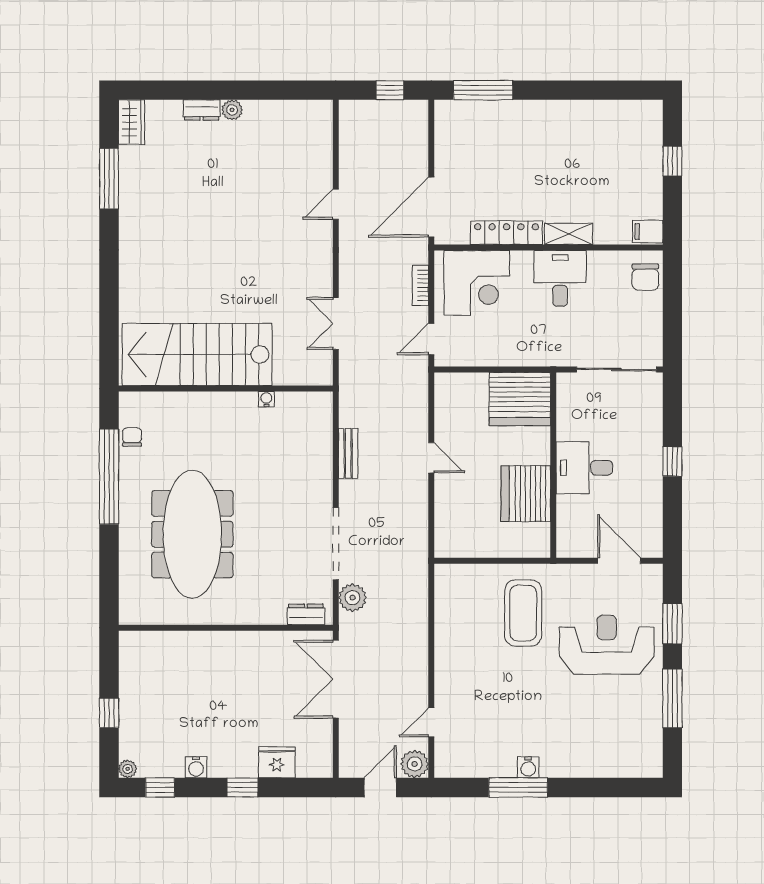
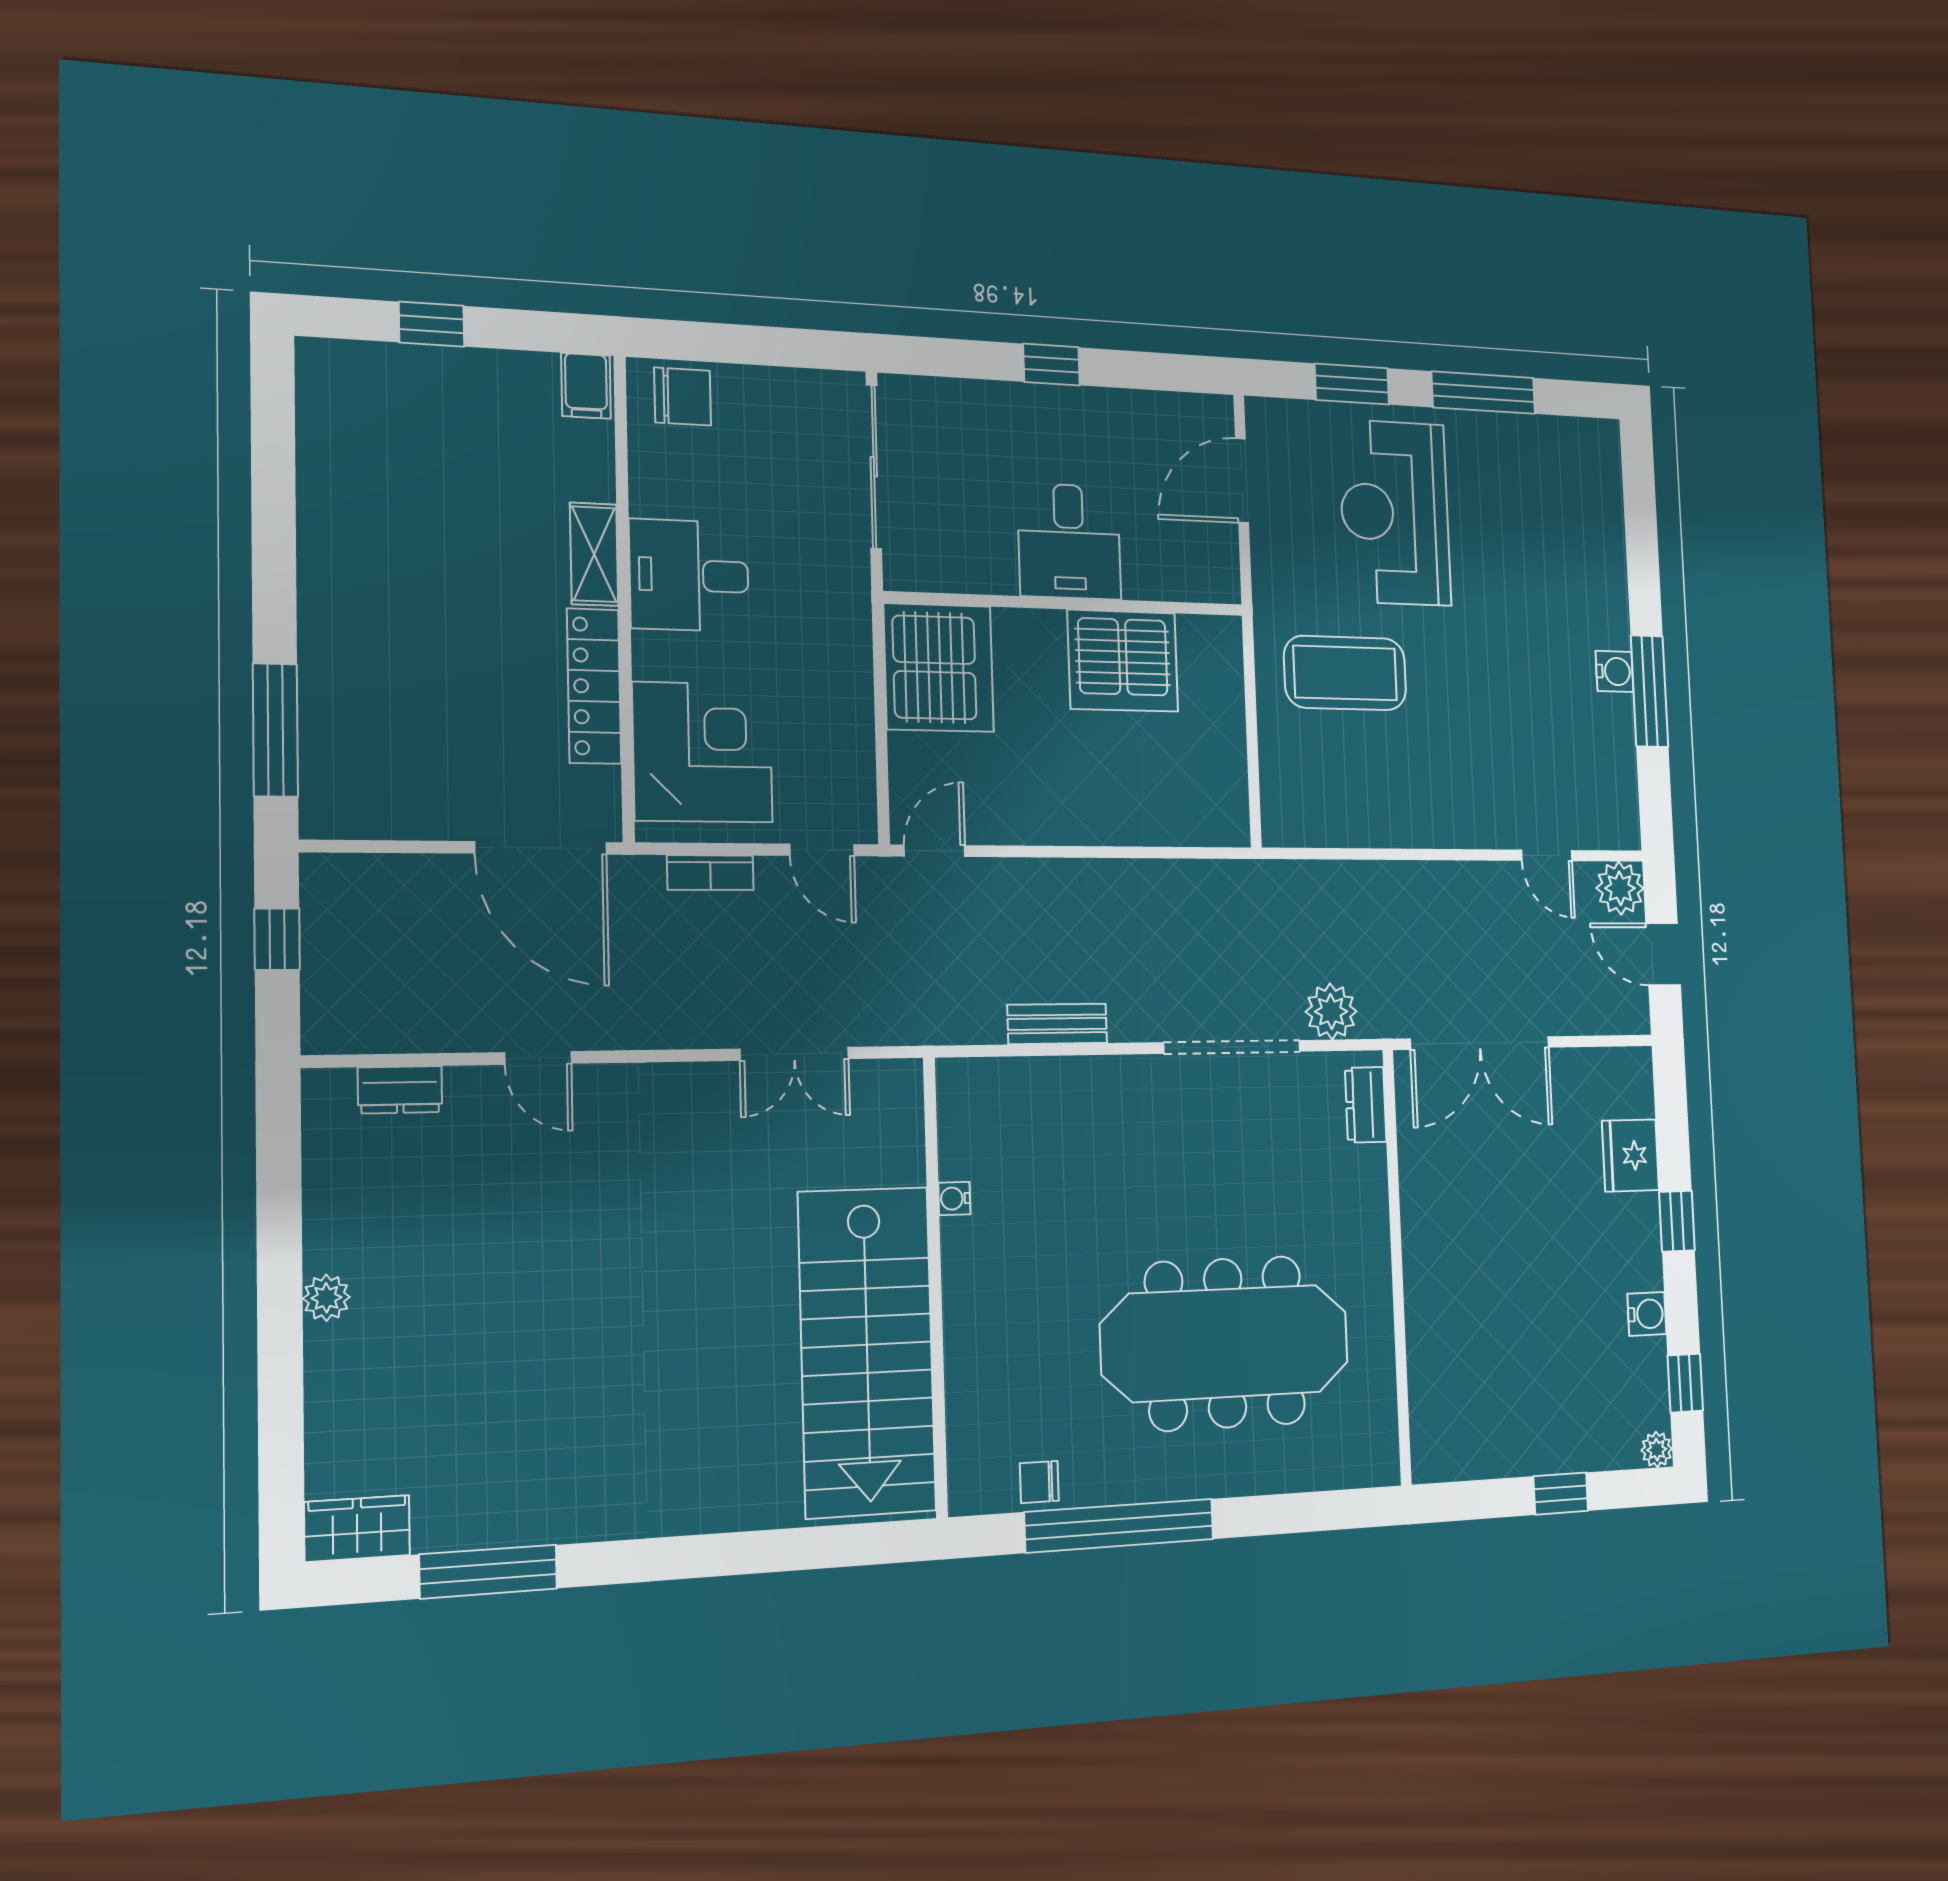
dresser: (202, 110) -> (400, 1090), moved, turned 90
door: (431, 458) -> (935, 851), moved

